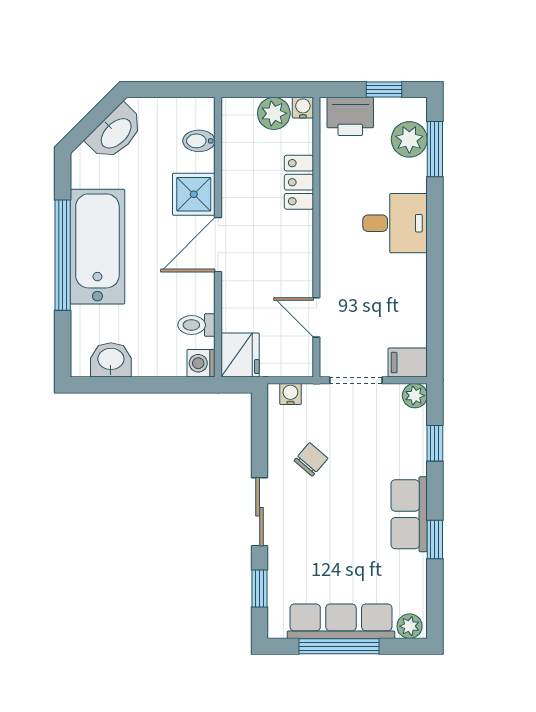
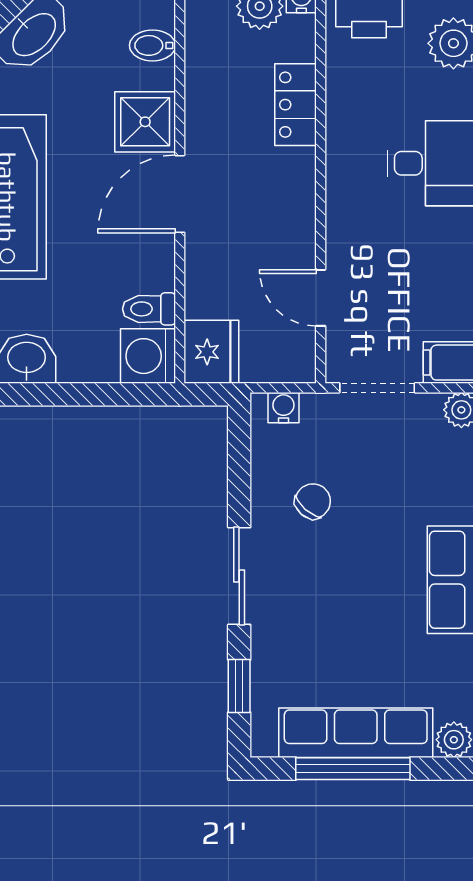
washing machine: (201, 363) -> (148, 356), width x1.38, depth x1.38

